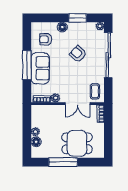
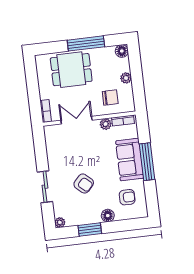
sliding door: (108, 55) -> (45, 187), width x0.54
coffee table: (95, 91) -> (56, 139), removed
chair: (49, 118) -> (110, 98), added
floor lamp: (36, 142) -> (122, 51), moved

